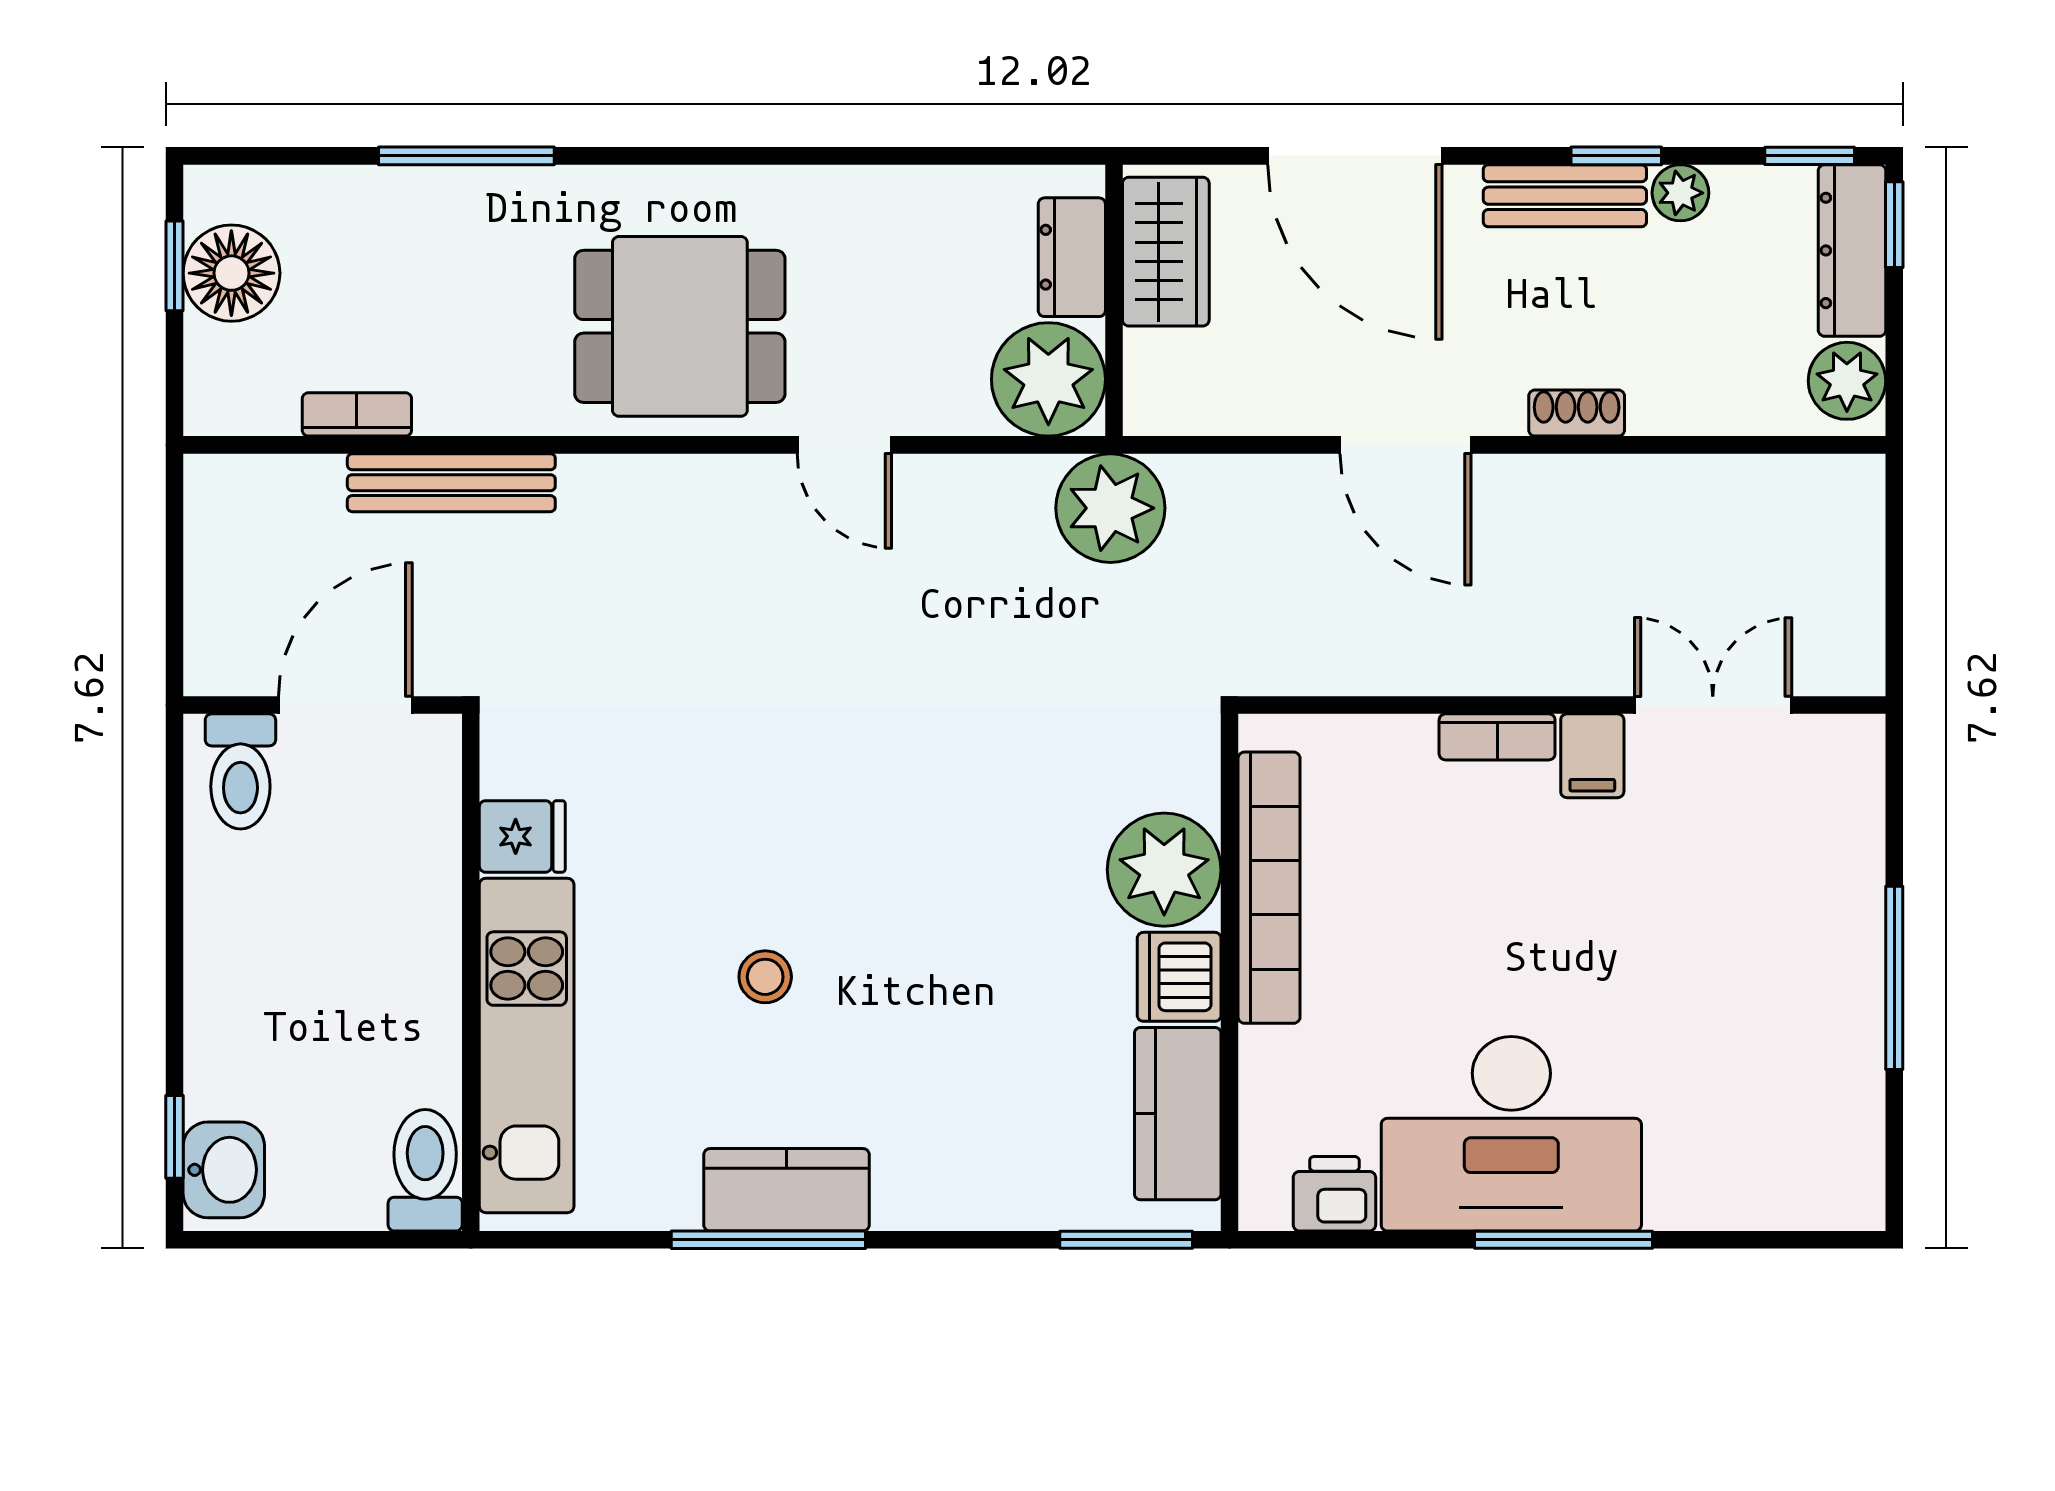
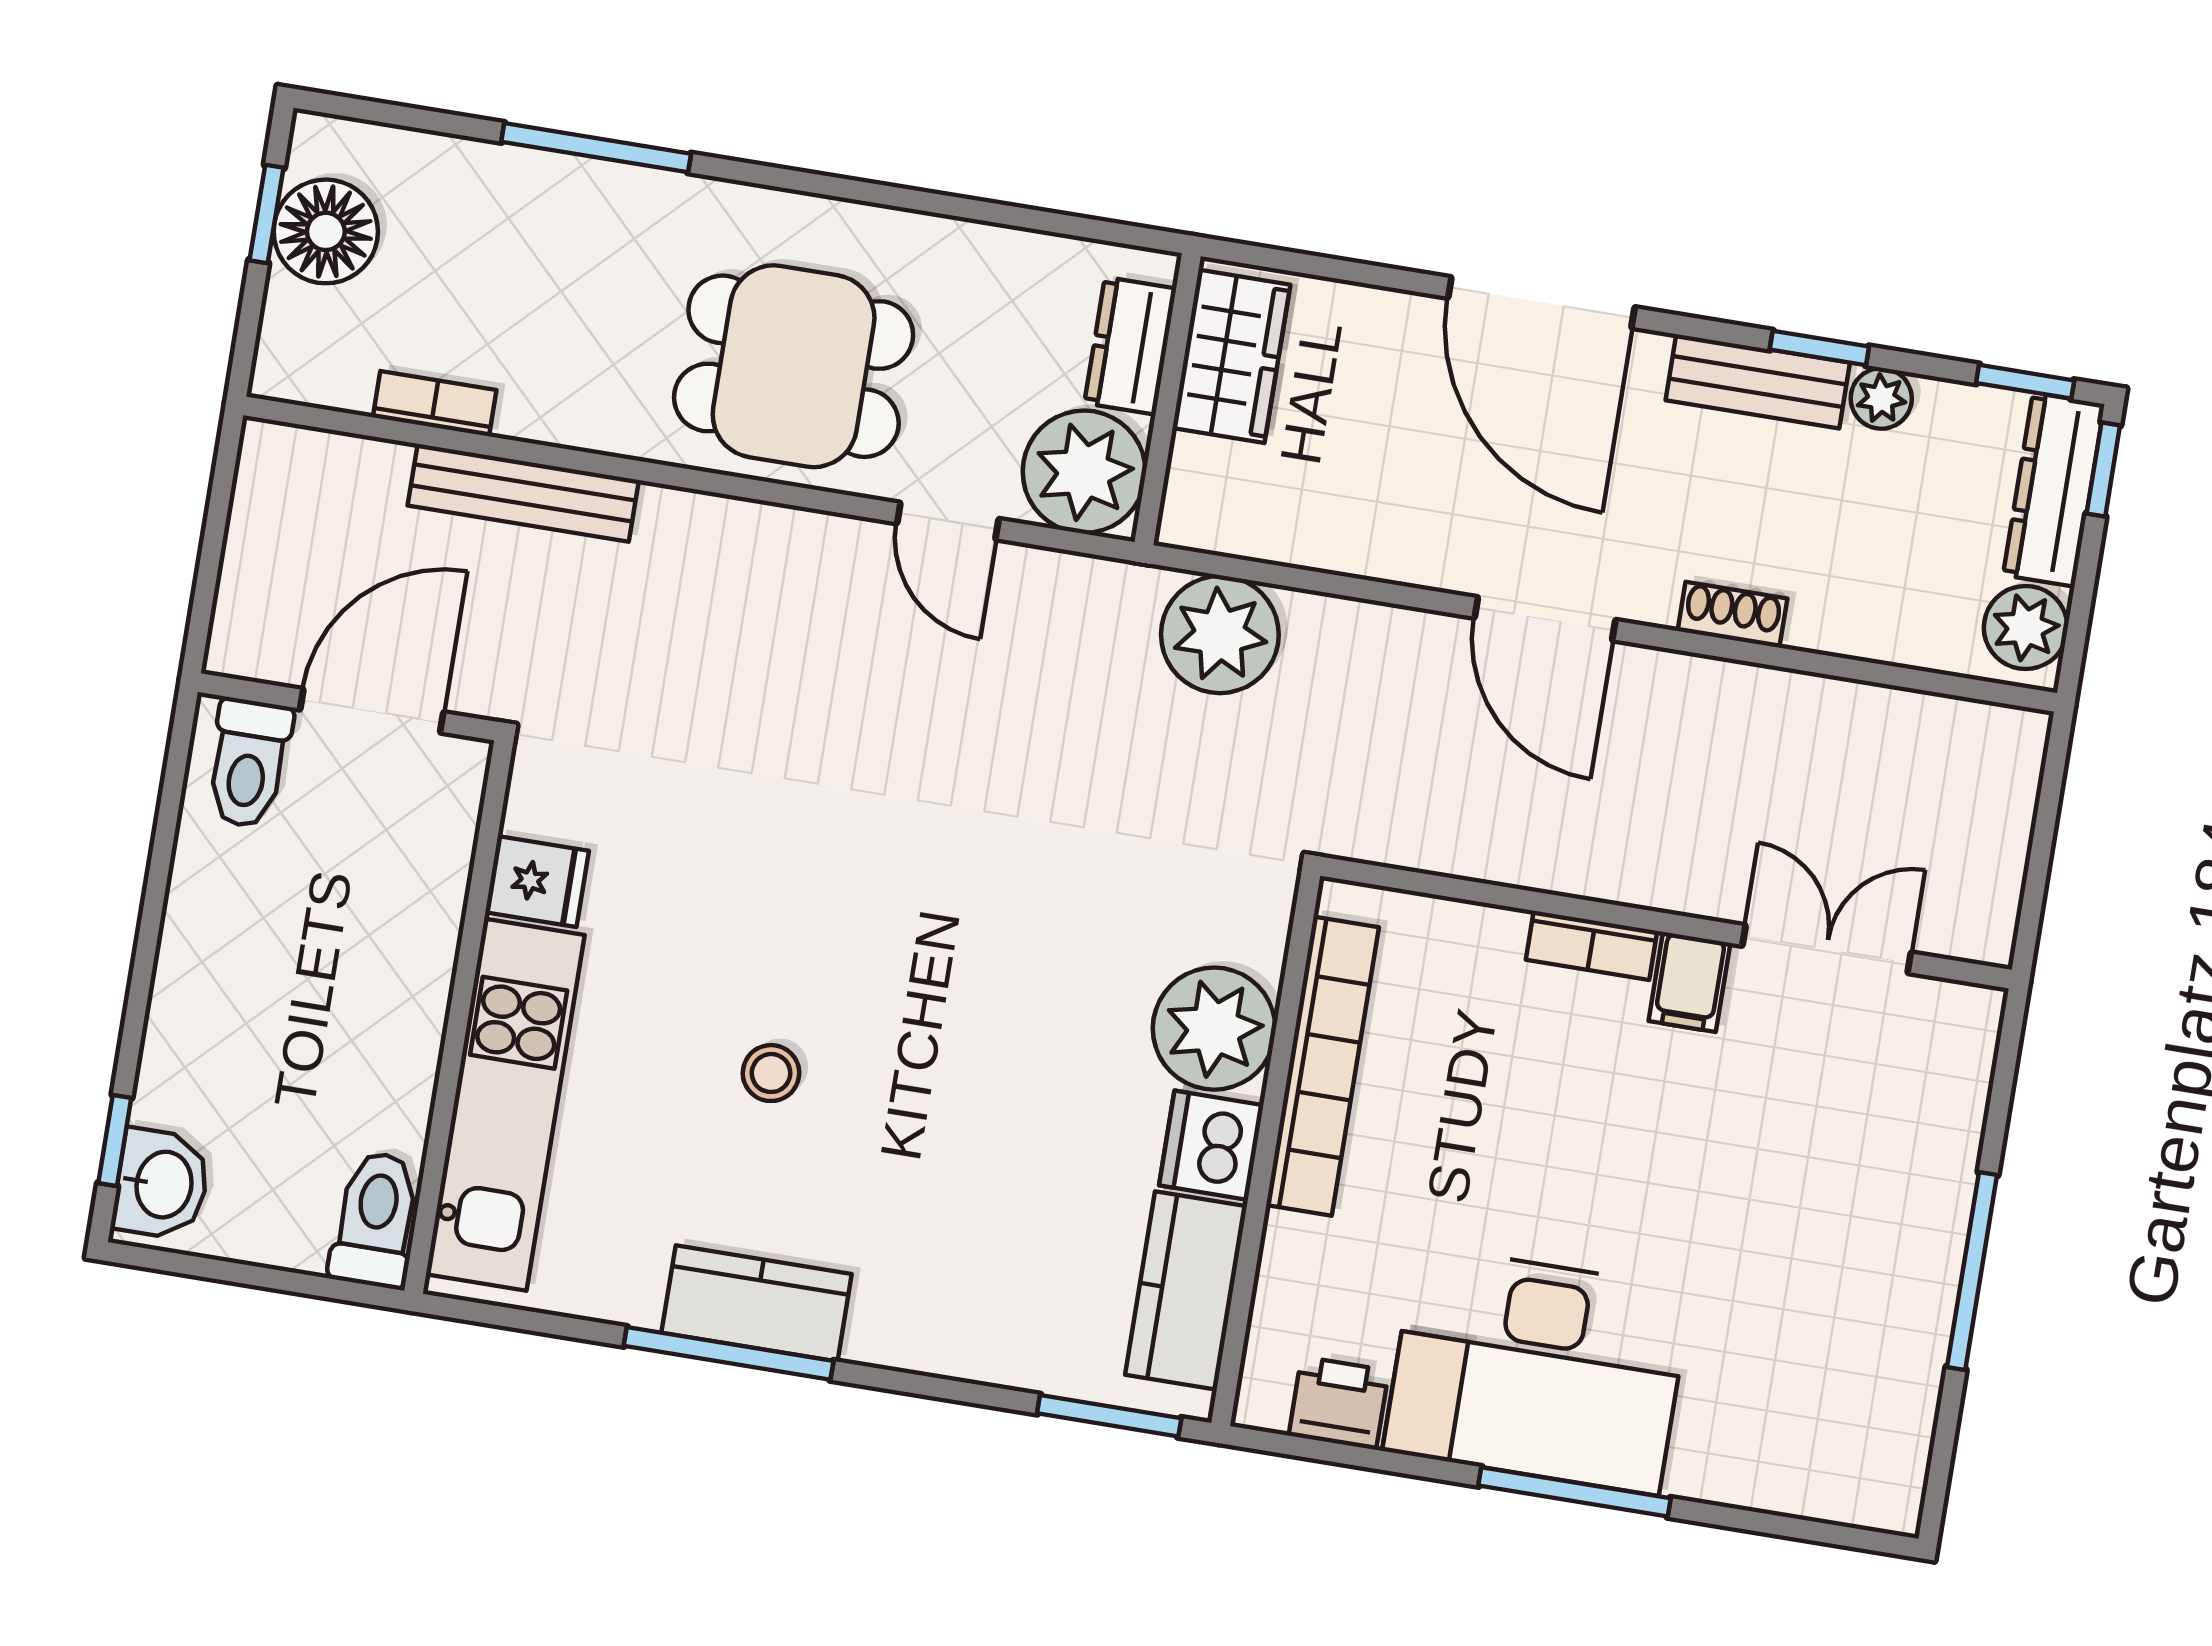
wardrobe: (1166, 252) -> (1231, 356), moved
dresser: (1072, 257) -> (1130, 346), moved
wall: (1114, 300) -> (1168, 399), moved
plant: (1048, 379) -> (1084, 472), moved

